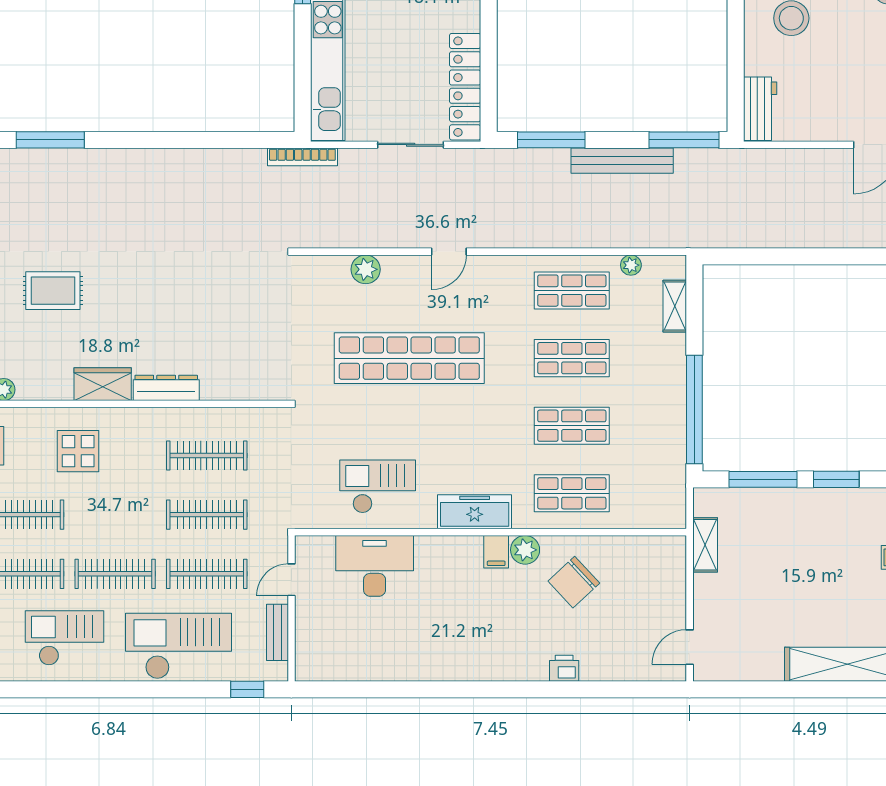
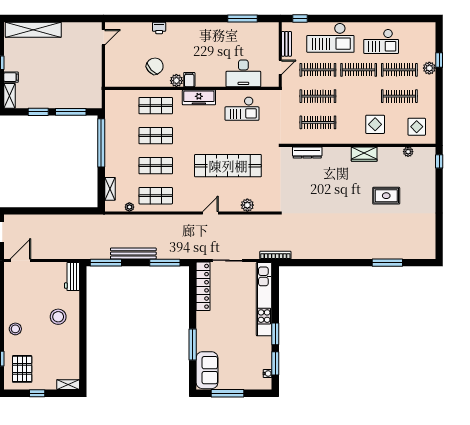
dresser: (166, 388) -> (307, 152), moved
shelving: (705, 545) -> (96, 83), removed
window: (377, 689) -> (242, 19), added

